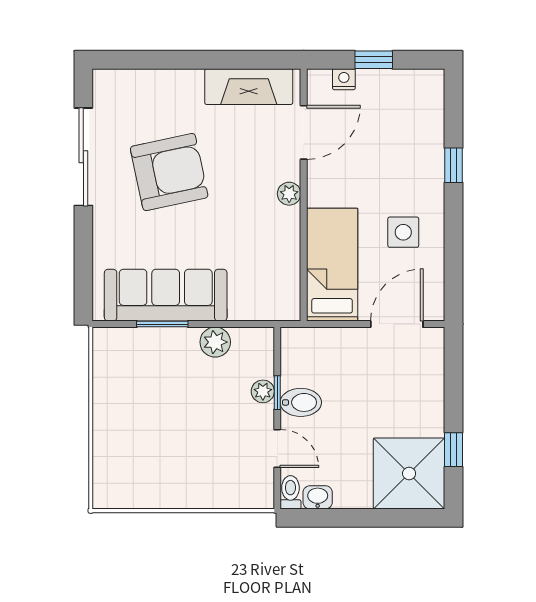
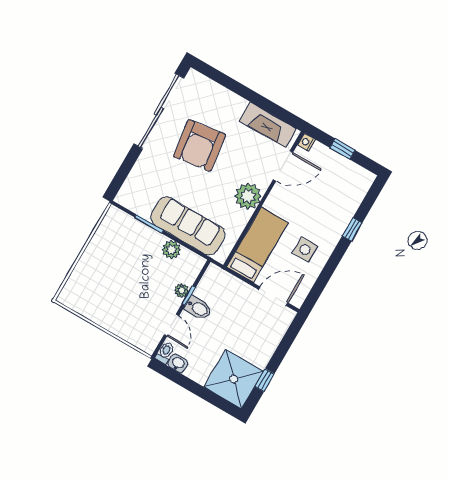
nightstand: (344, 79) -> (306, 142), moved, turned -90
sliding door: (83, 157) -> (159, 111), width x1.36
armchair: (169, 172) -> (199, 145), turned 94
plant: (289, 194) -> (248, 196), width x1.87, depth x1.87
sofa: (166, 295) -> (188, 226), moved

